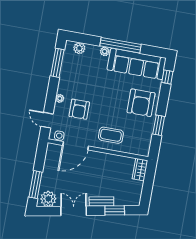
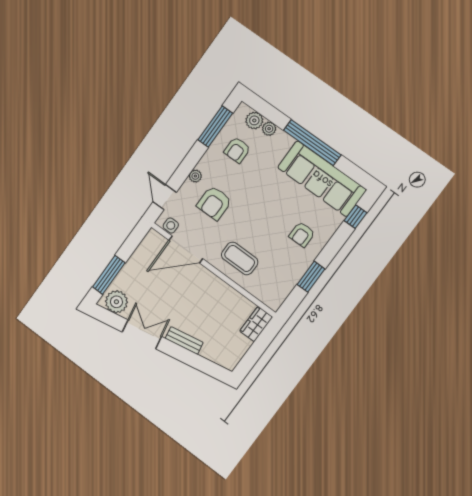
plant: (105, 51) -> (269, 129), moved
armchair: (78, 71) -> (237, 150), added
armchair: (141, 103) -> (302, 234), width x0.53, depth x0.53
window: (115, 210) -> (196, 361), removed

